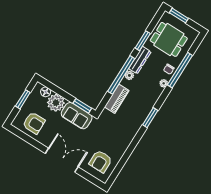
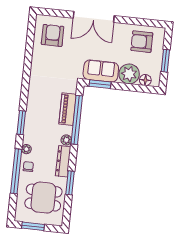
window: (179, 16) -> (33, 226), moved
window: (121, 75) -> (77, 120), moved
window: (150, 118) -> (21, 123), moved

